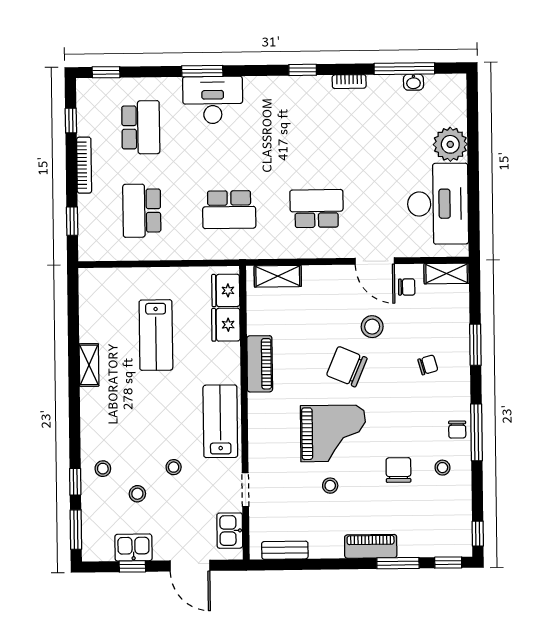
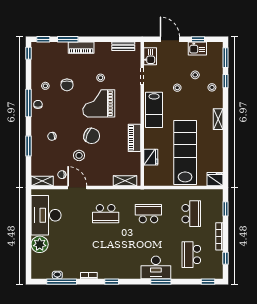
fridge: (226, 290) -> (215, 179), moved, turned -90
lab bench: (156, 335) -> (185, 153), width x1.86, depth x1.39
shelving: (89, 365) -> (218, 119), moved

